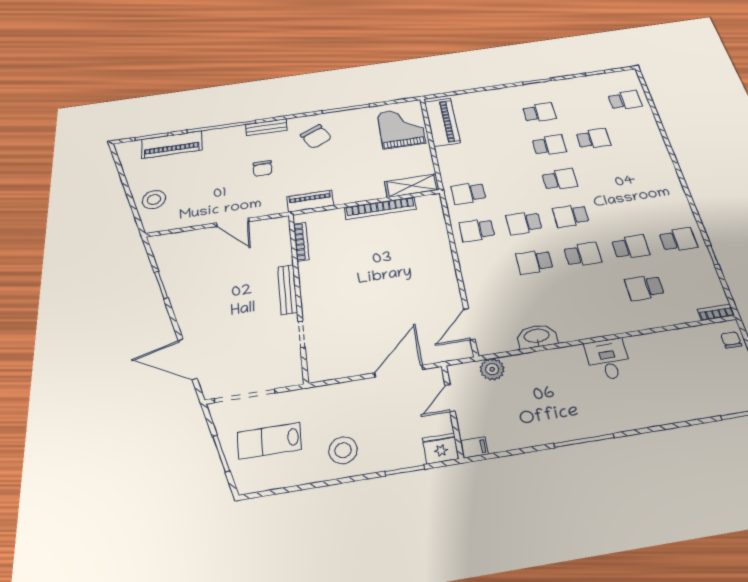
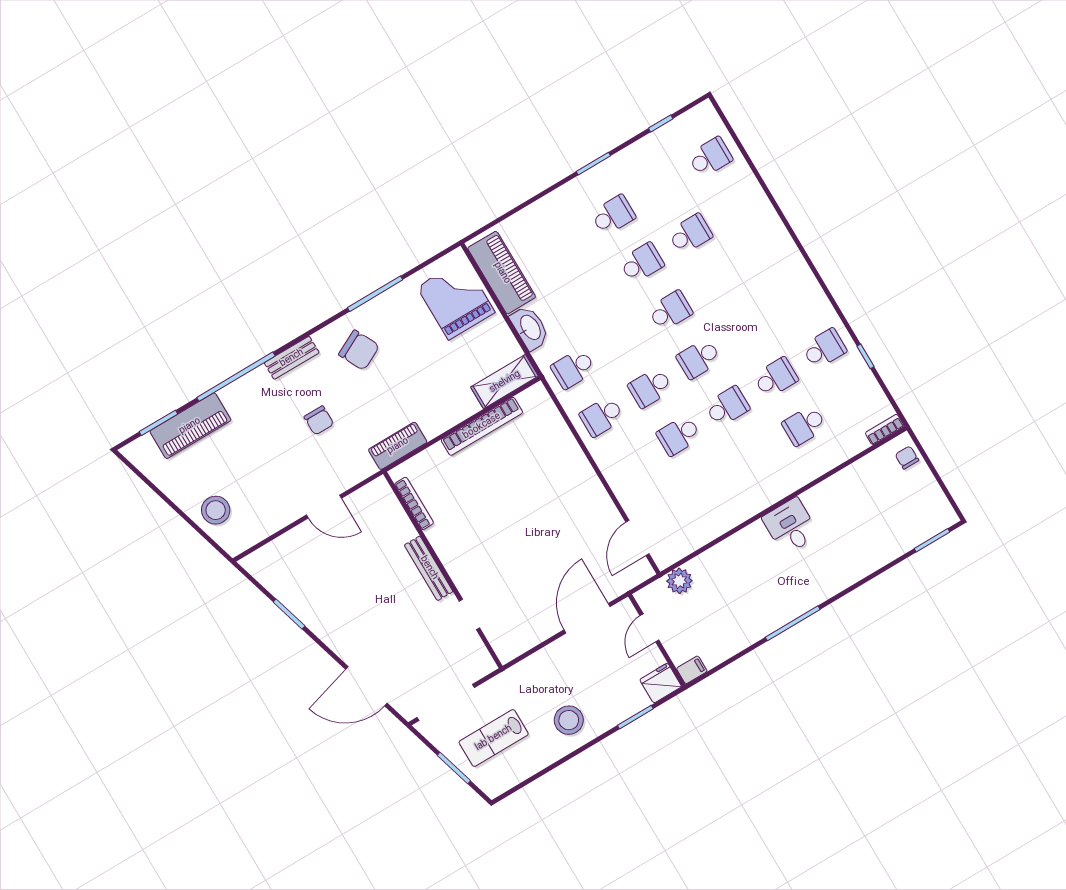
washbasin: (537, 336) -> (530, 328), moved, turned 90

